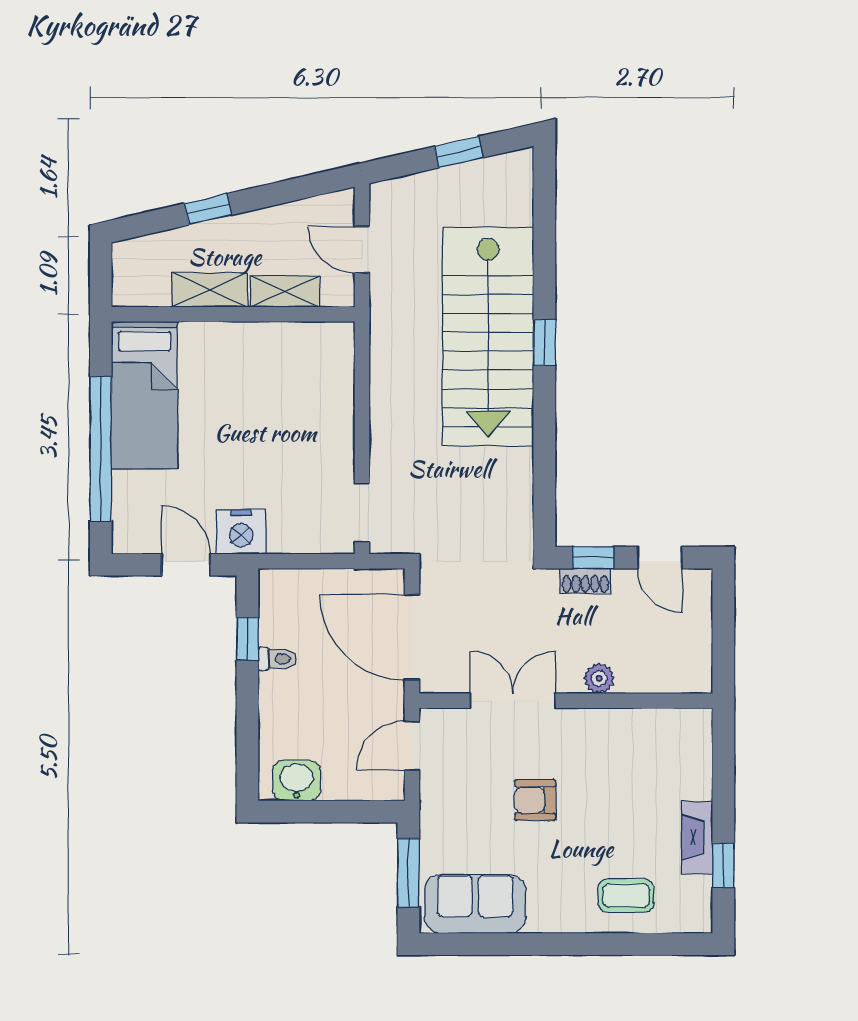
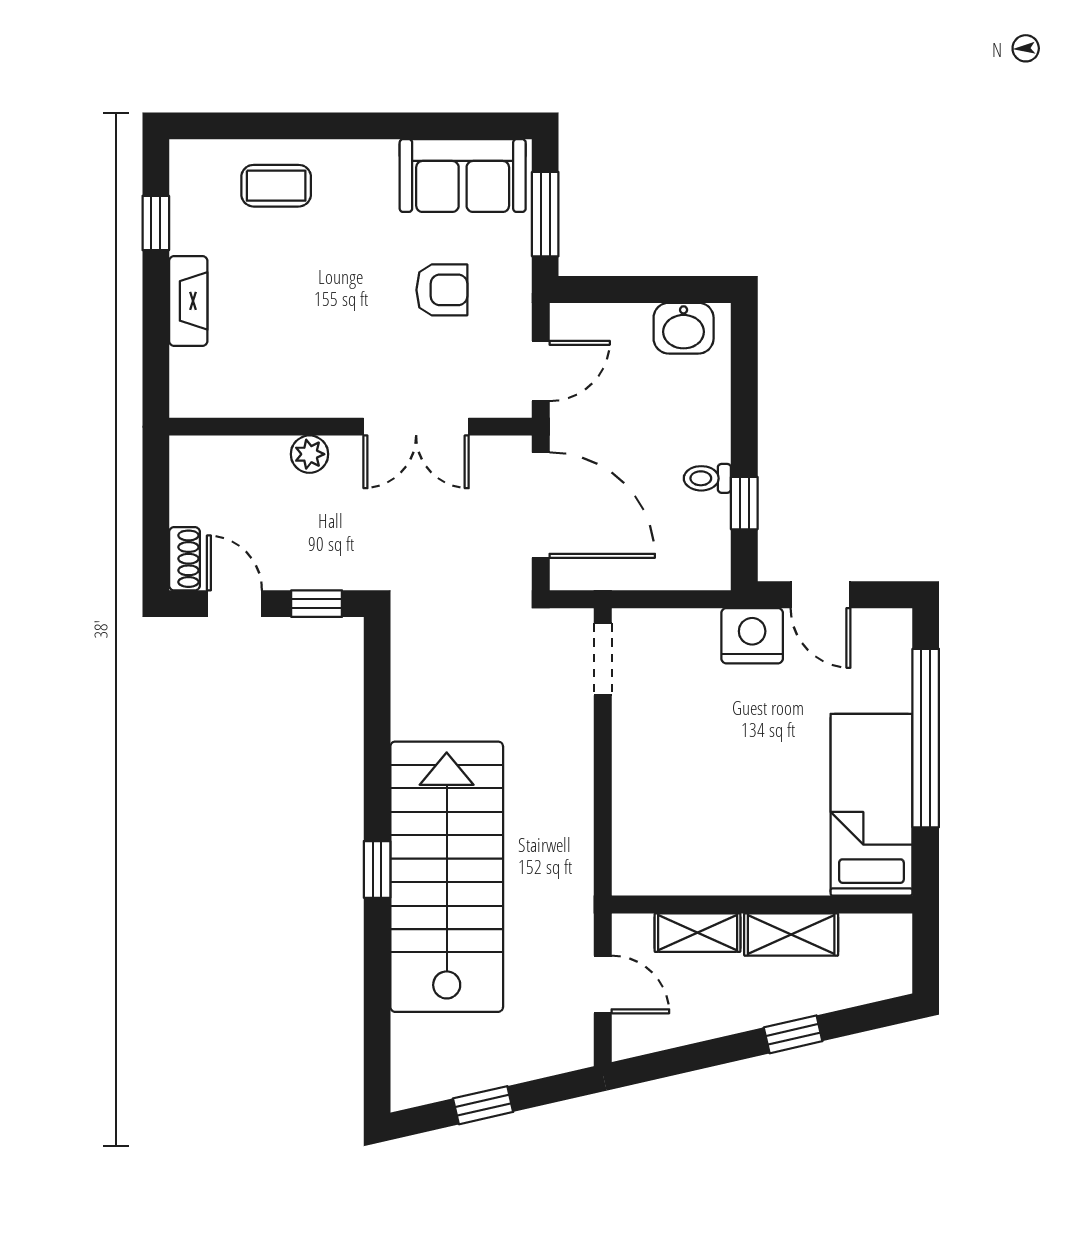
shoe rack: (585, 581) -> (184, 559), moved, turned 90
armchair: (535, 800) -> (442, 290), moved
fireplace: (697, 837) -> (188, 301), moved

